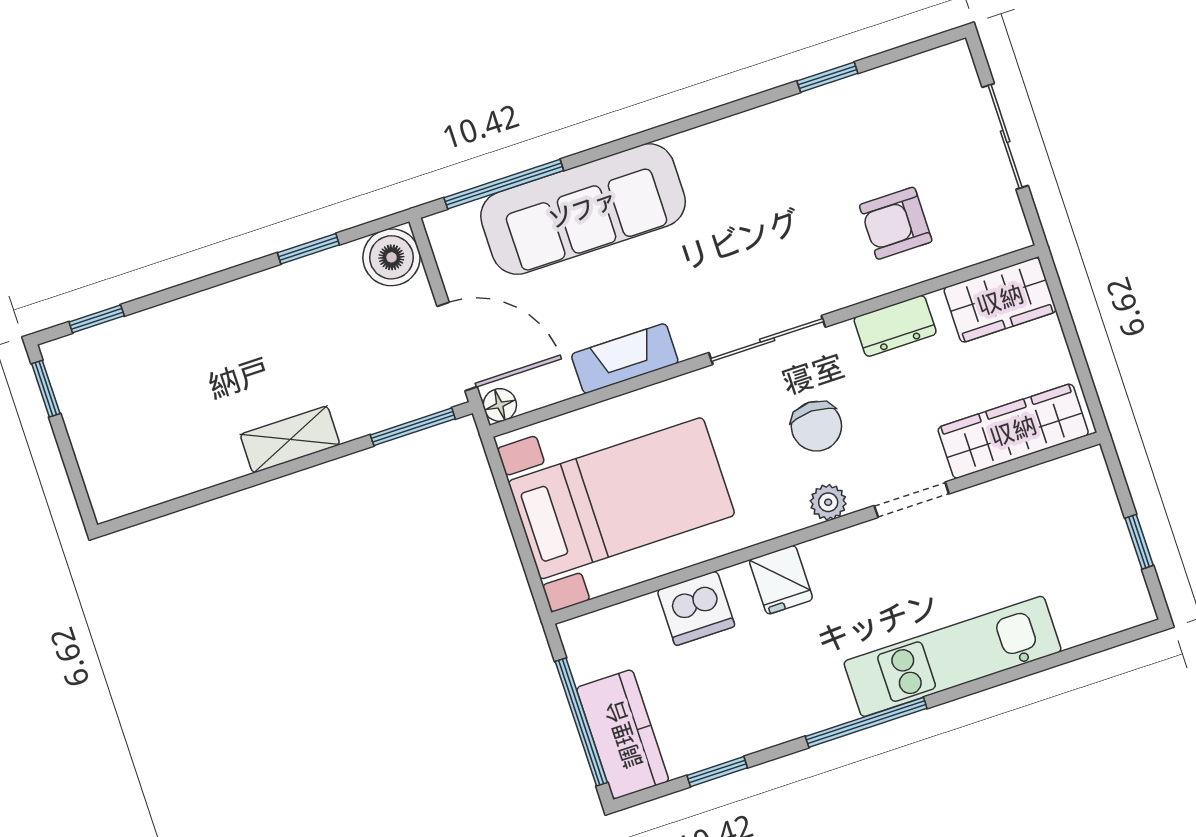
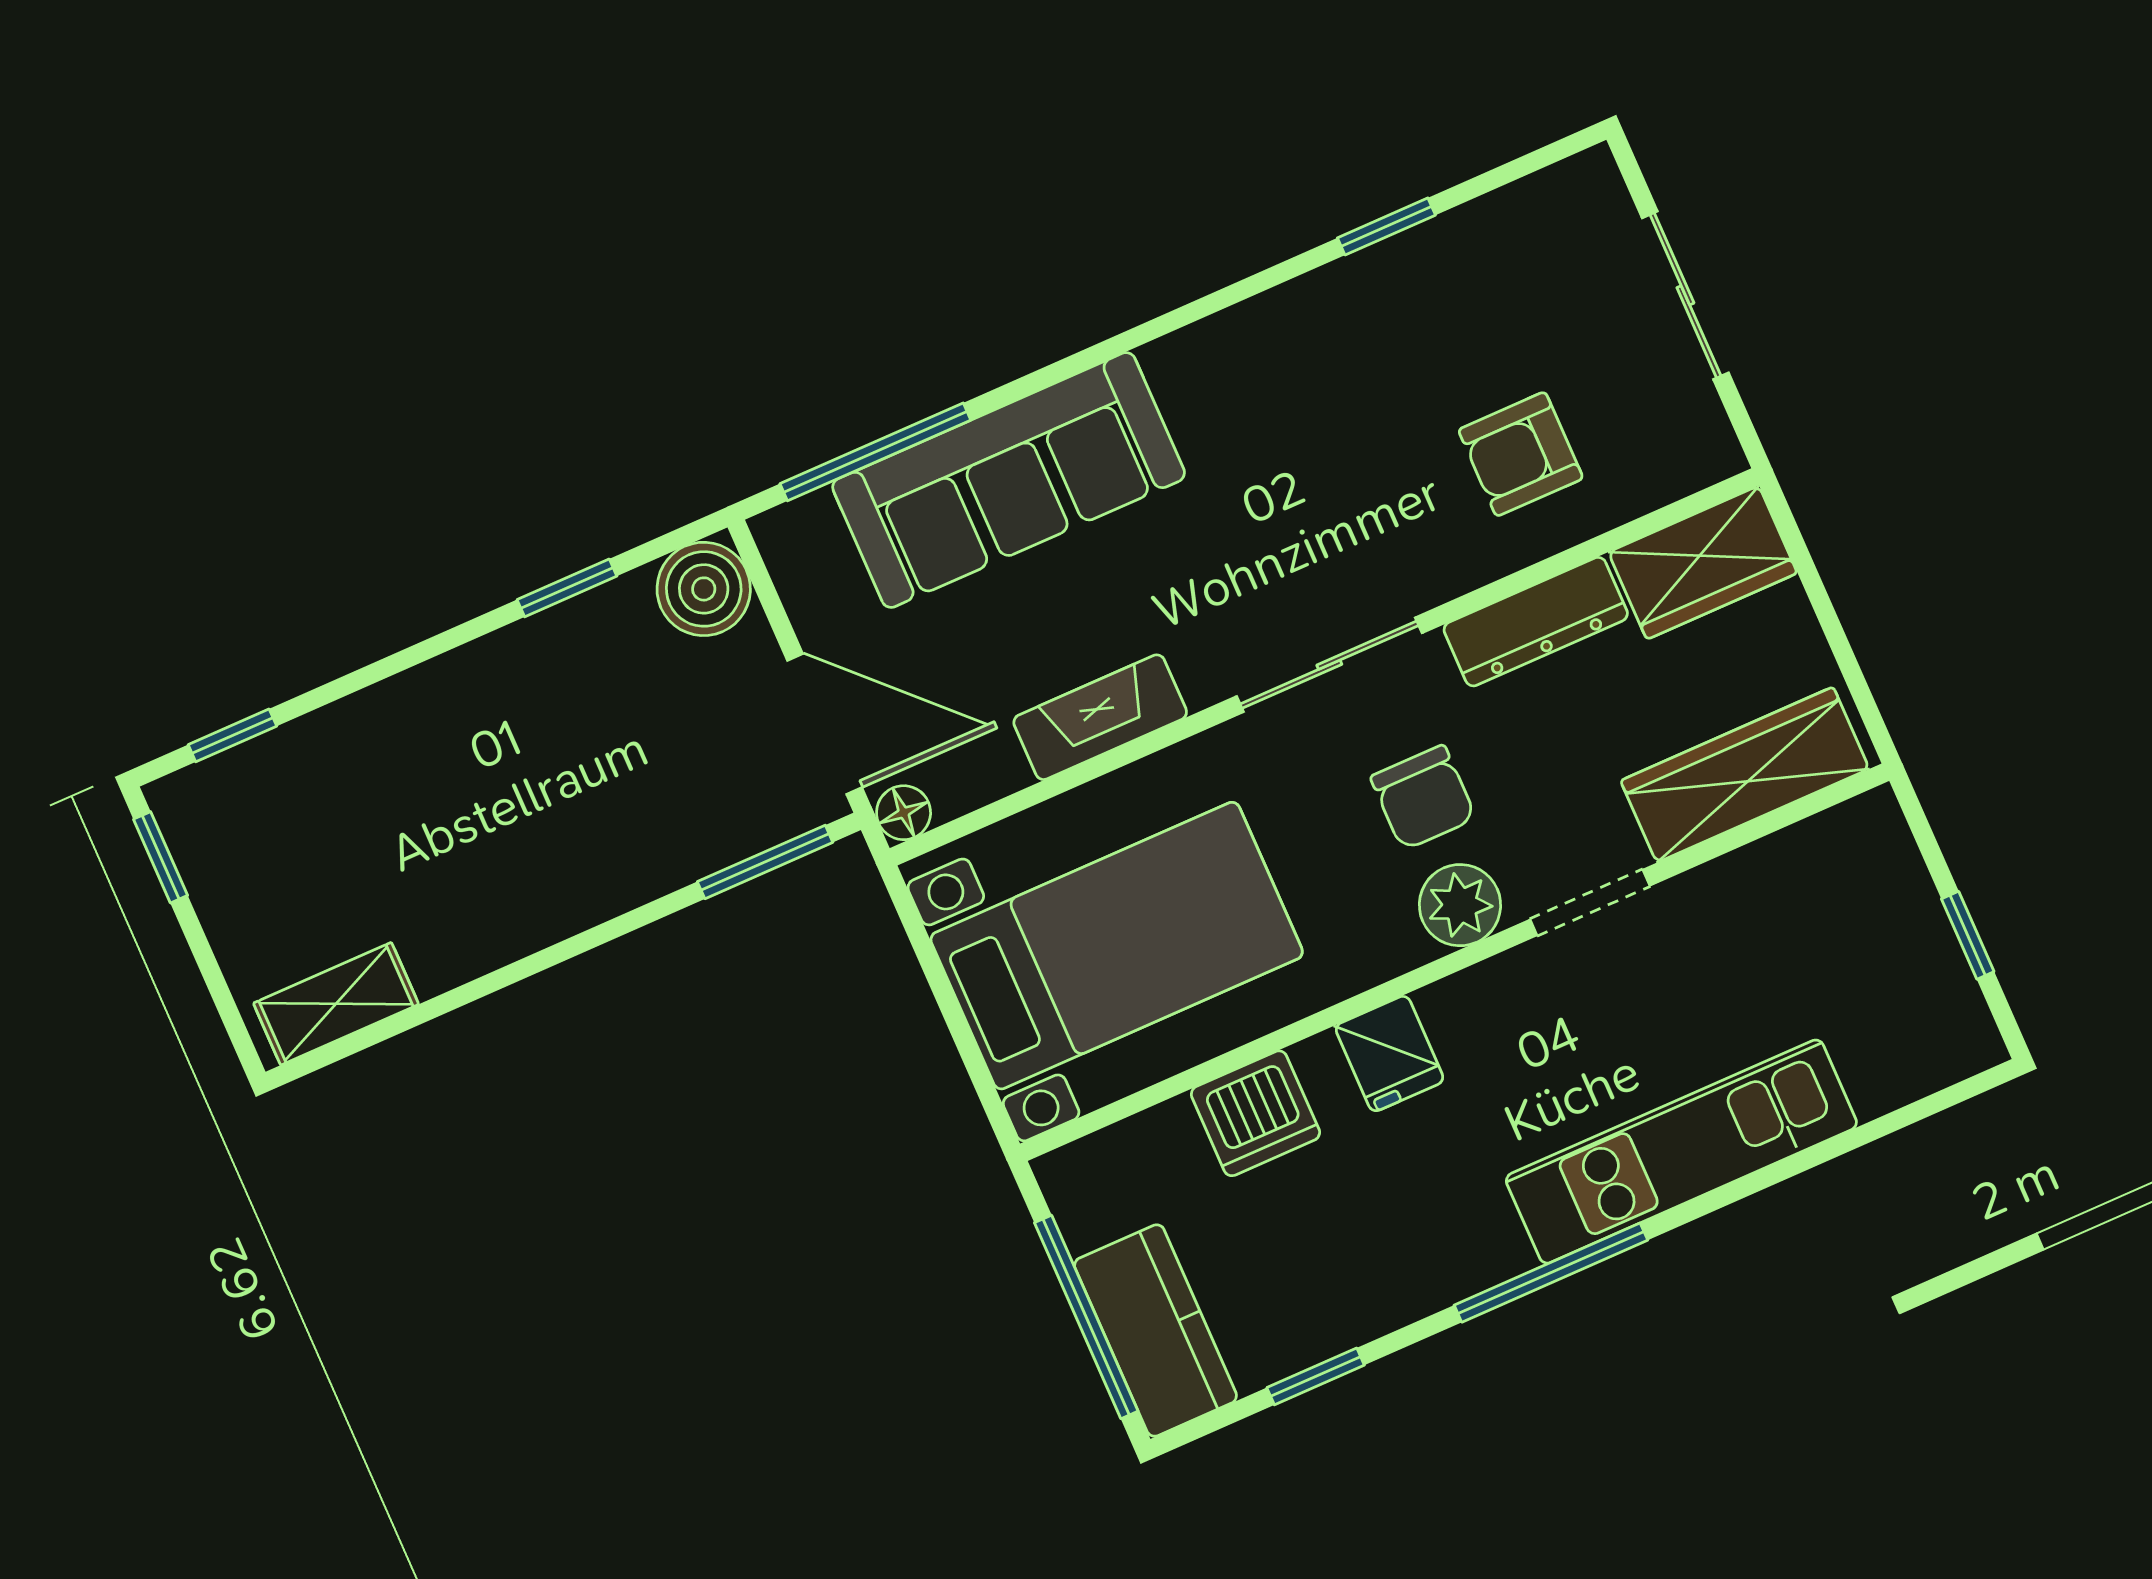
dresser: (895, 326) -> (1536, 622), width x1.44
shelving: (290, 439) -> (336, 1004), moved
plant: (828, 502) -> (1460, 905), width x1.38, depth x1.38

